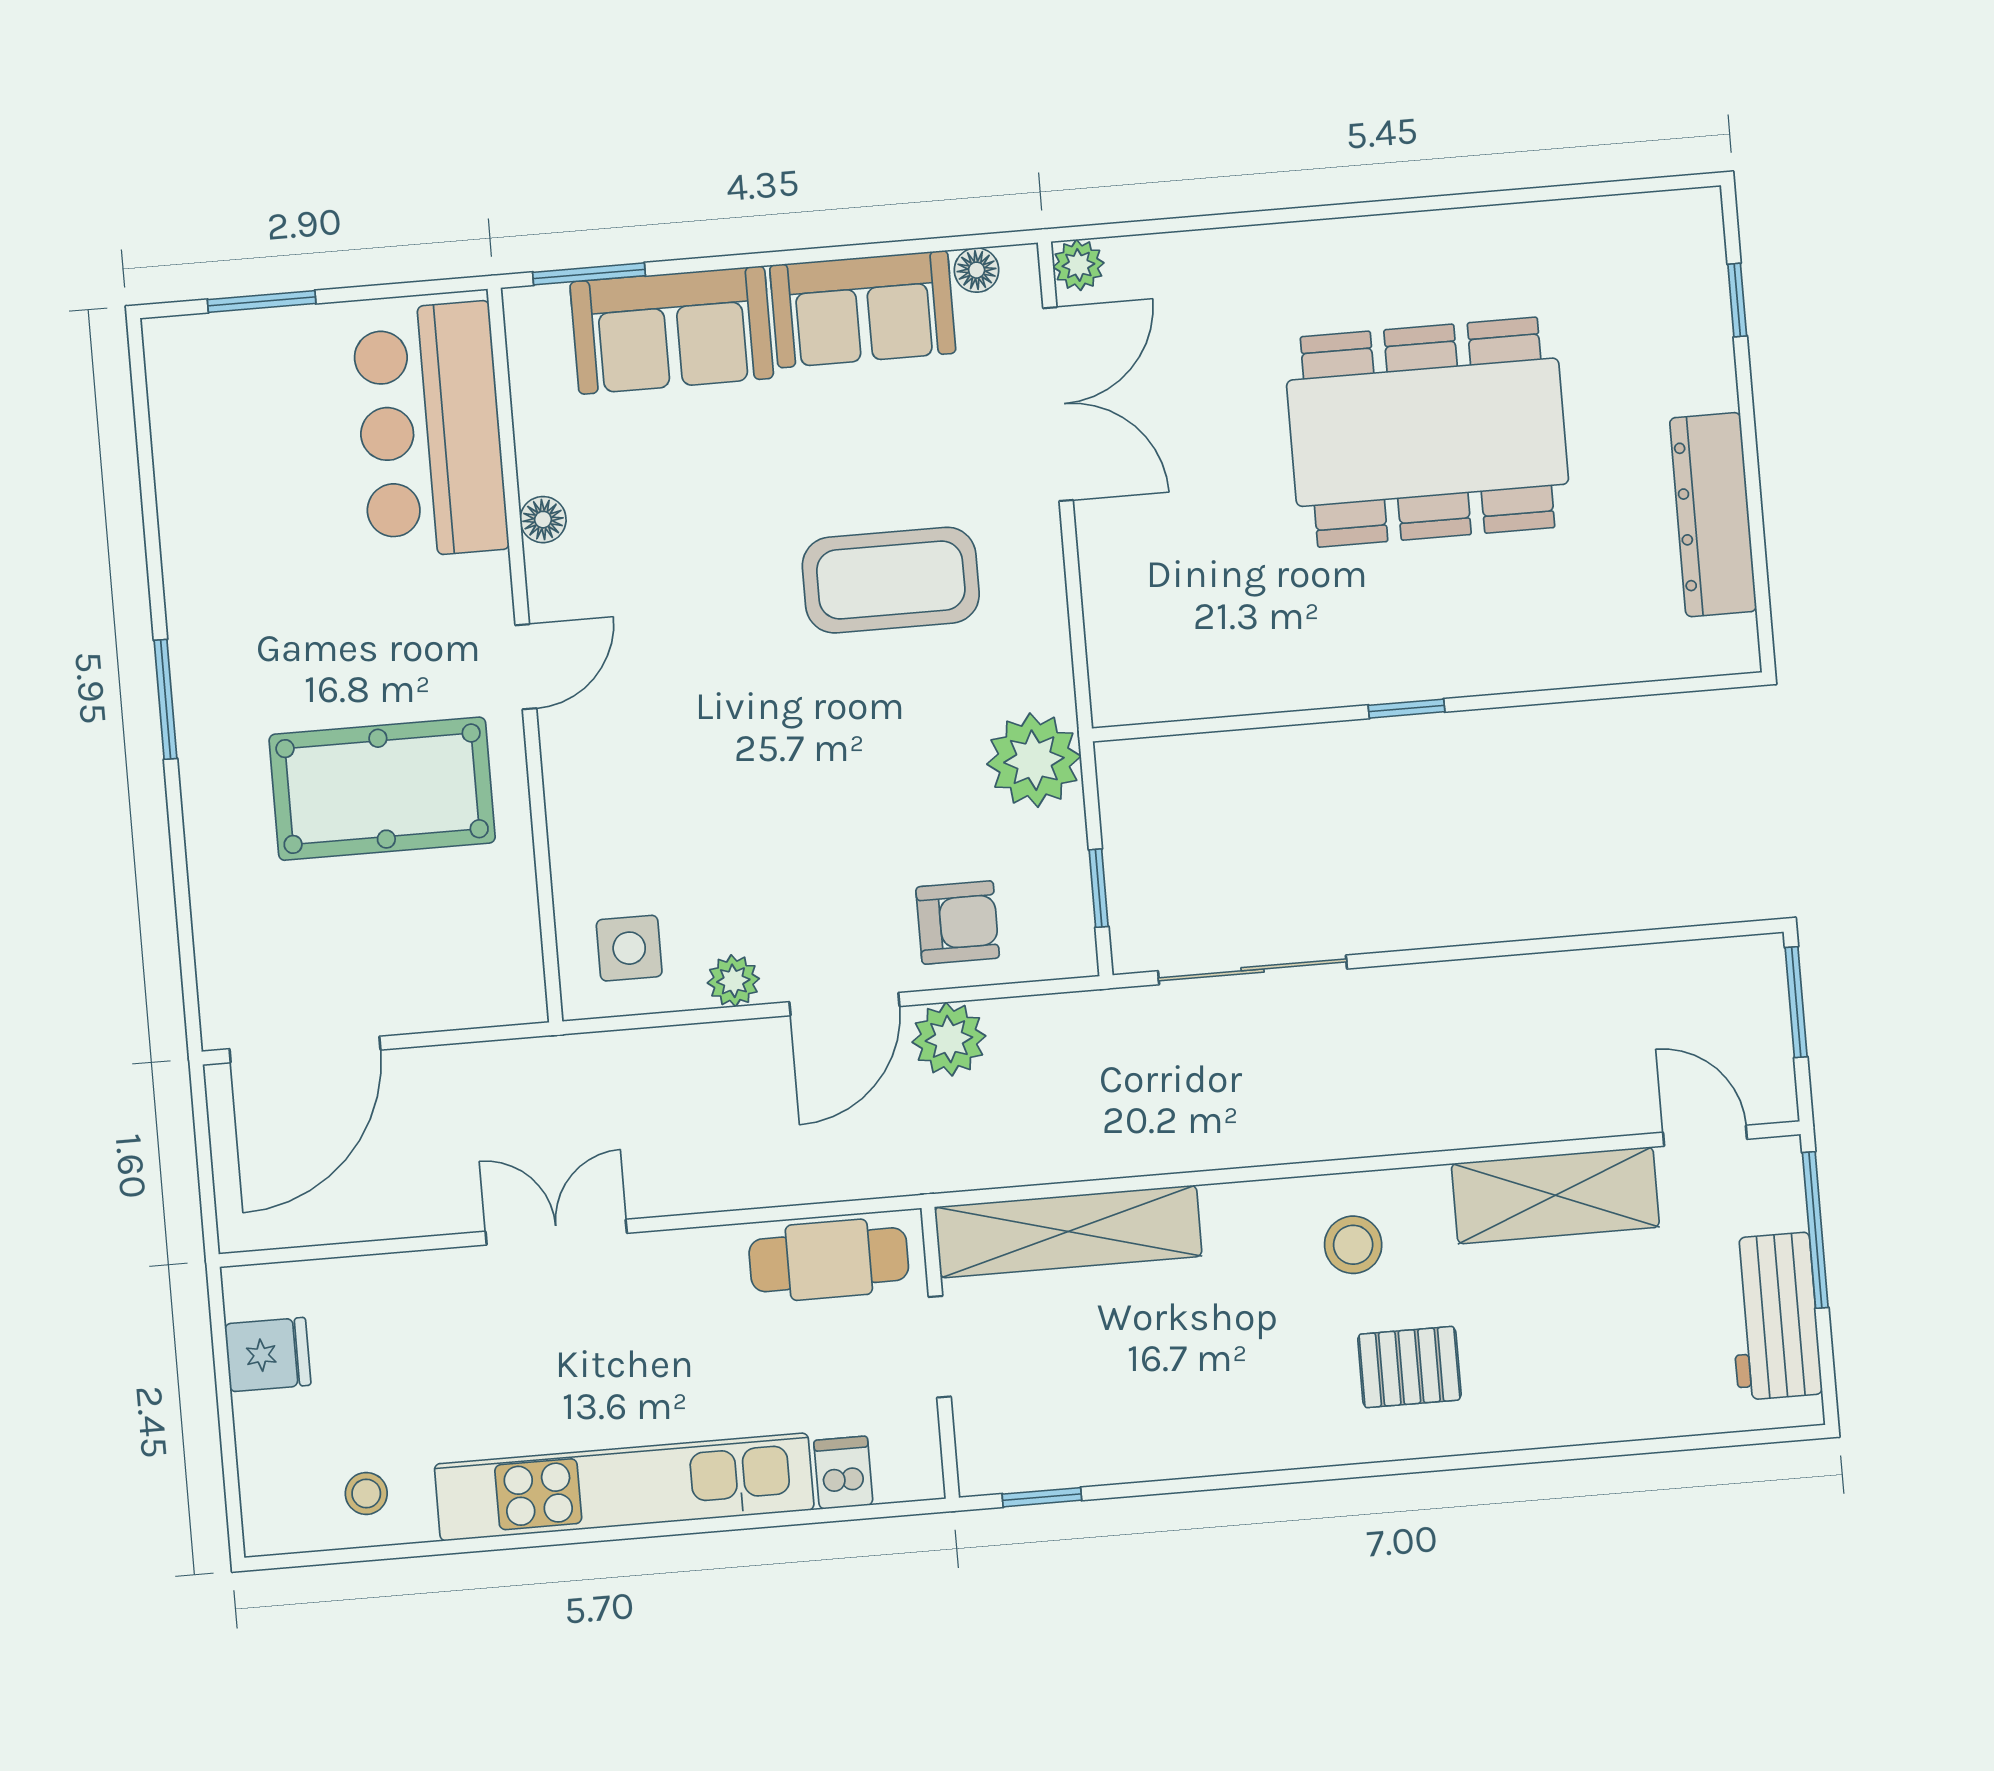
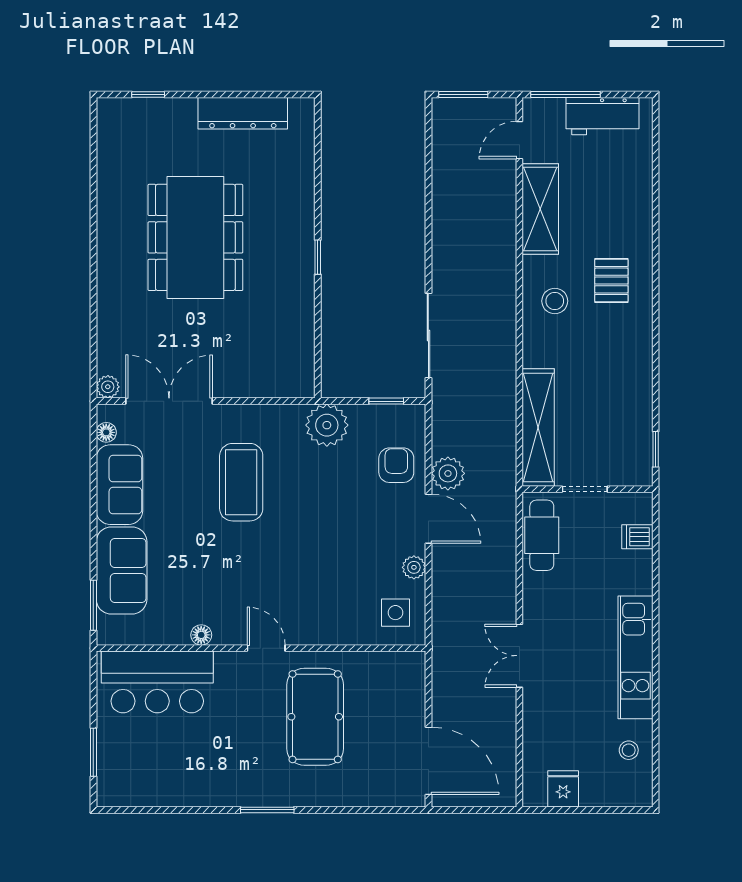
kitchen unit: (624, 1487) -> (635, 657), width x0.73

